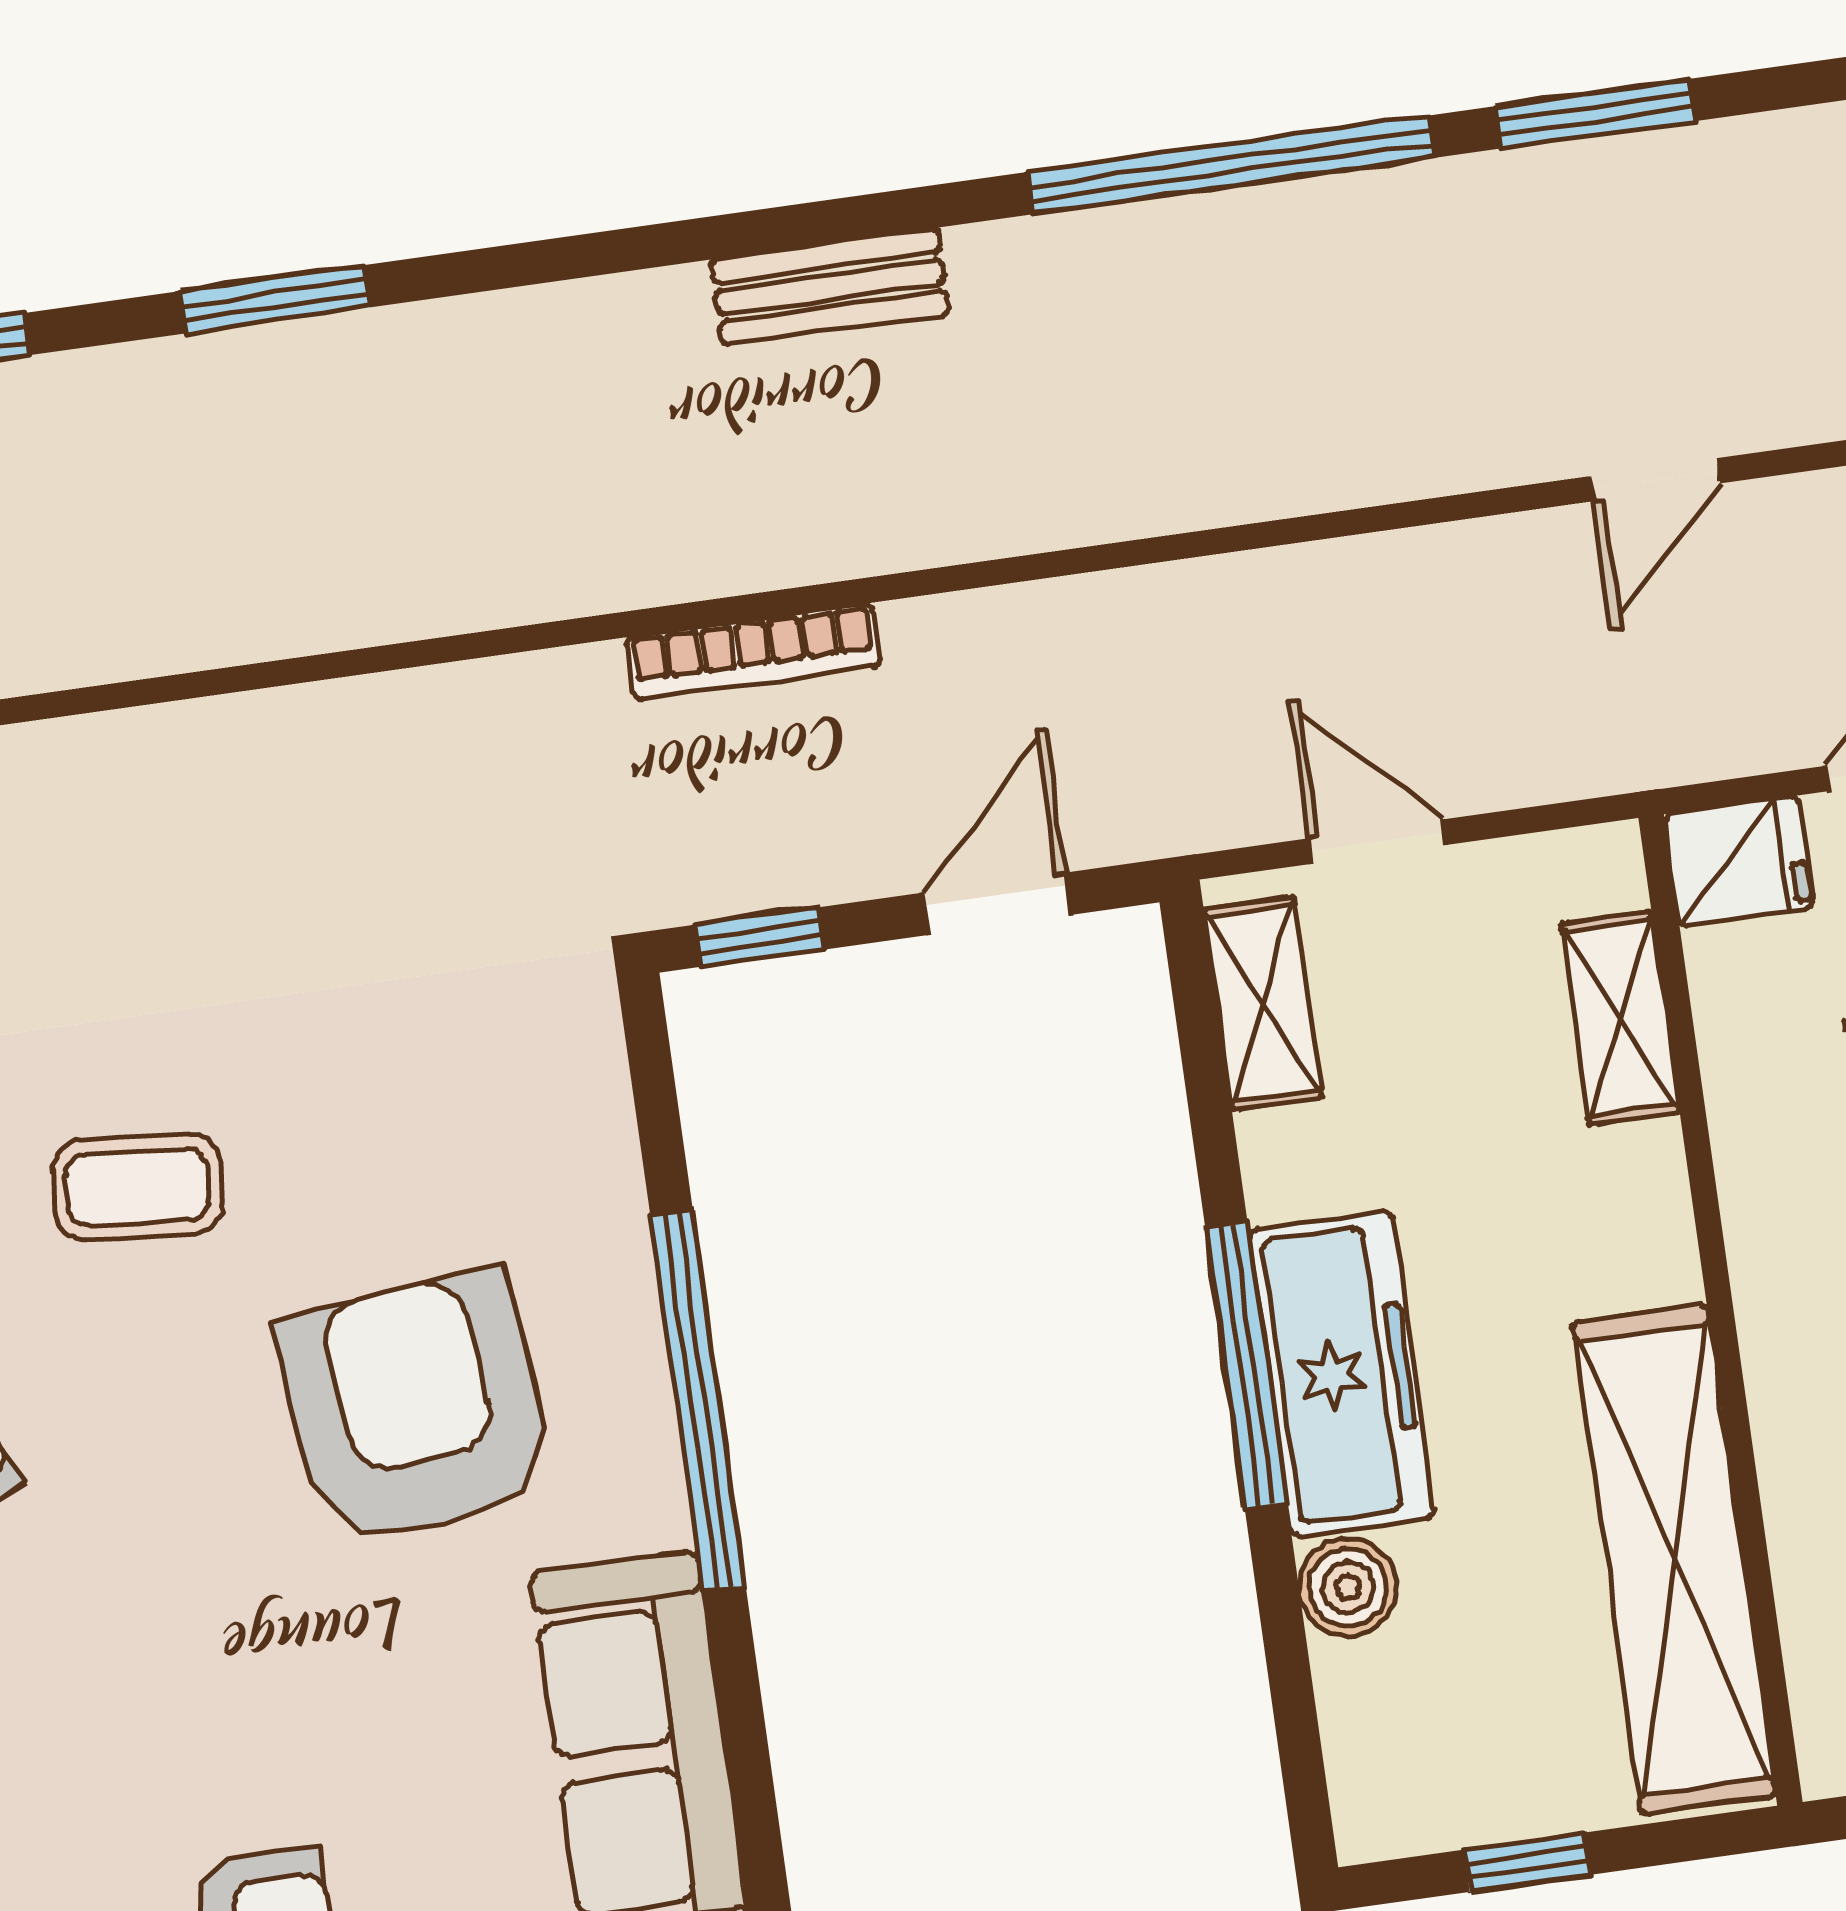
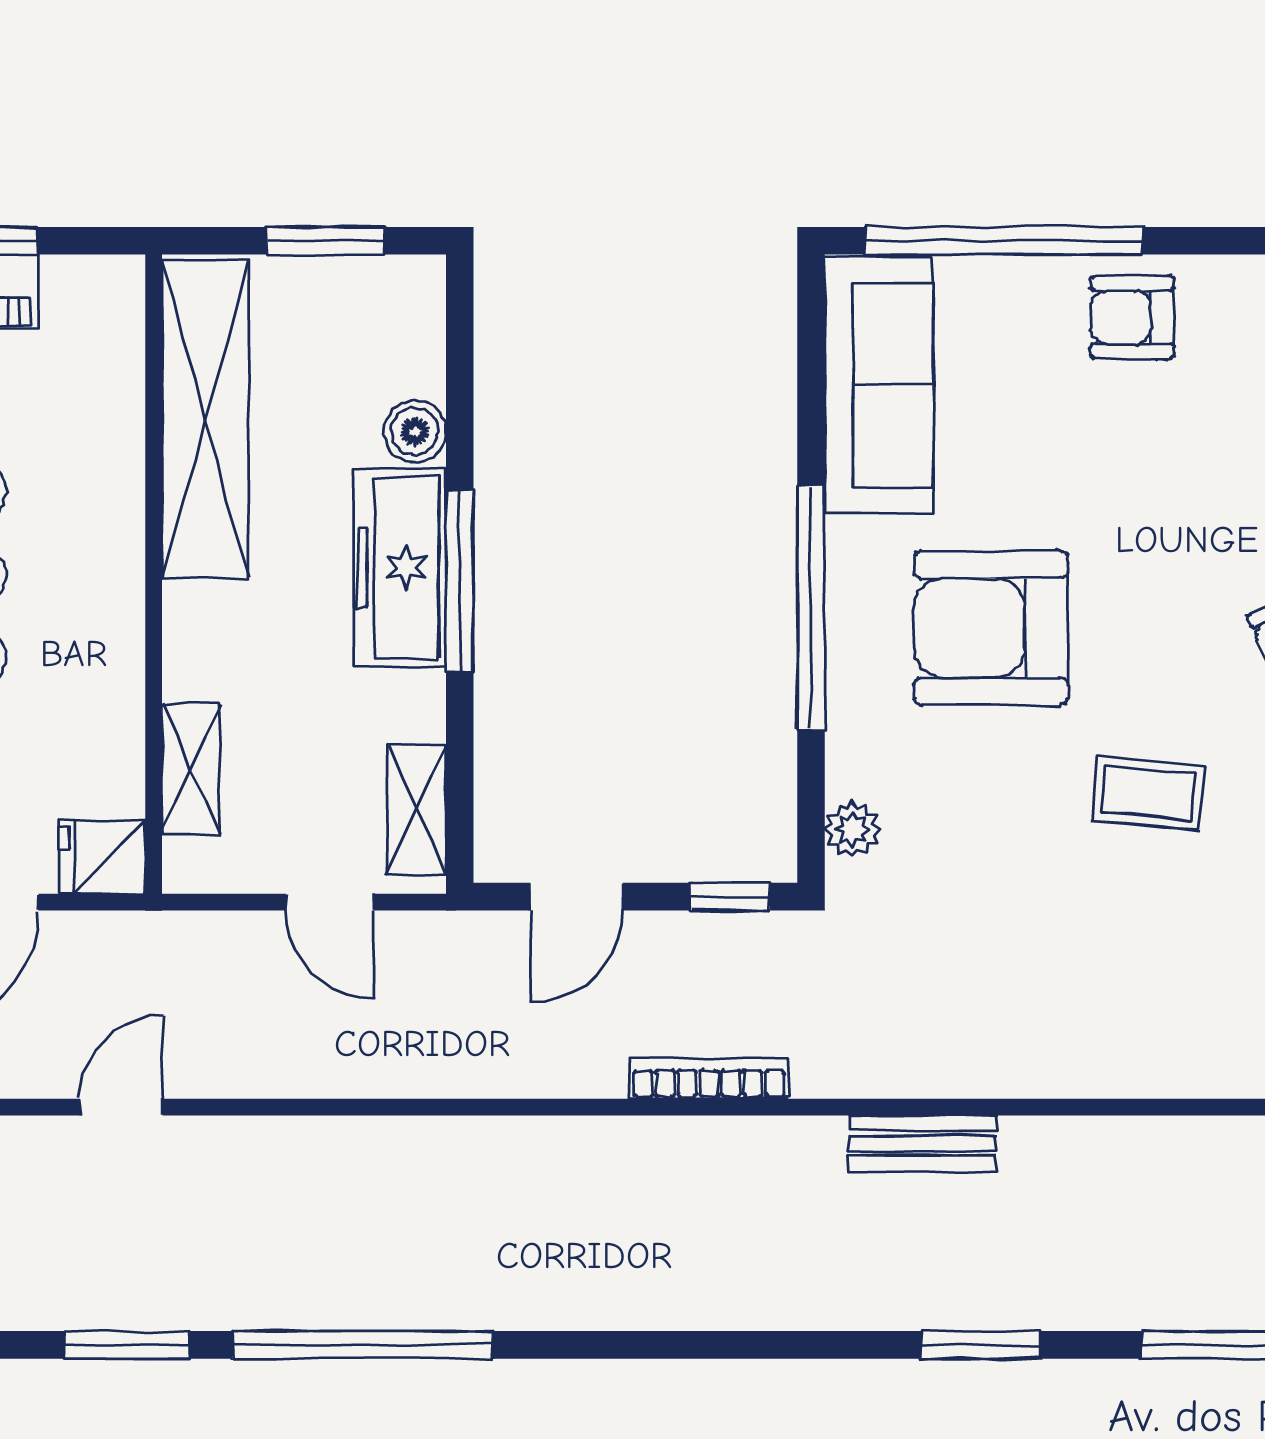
bench: (830, 287) -> (922, 1143), moved
plant: (586, 1067) -> (852, 829), added
armchair: (416, 1409) -> (991, 628), turned 96
window: (1527, 1862) -> (326, 241), width x1.50

